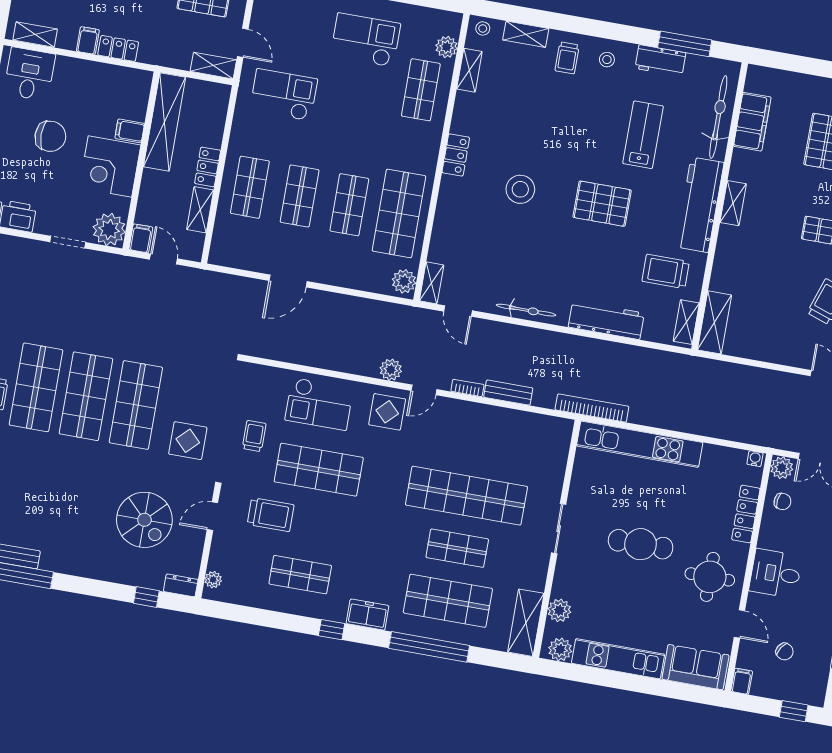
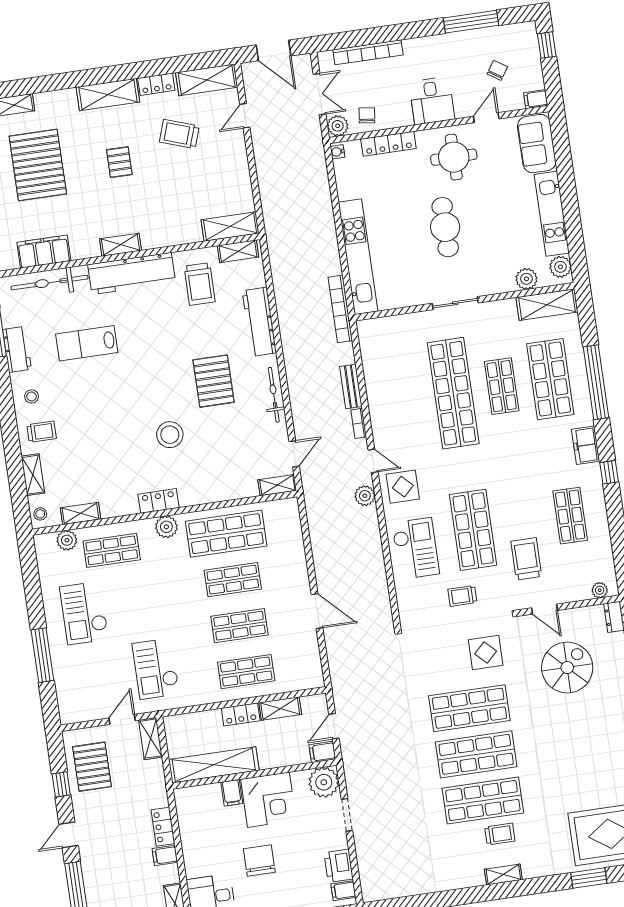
pallet: (602, 204) -> (214, 381), moved
plant: (404, 281) -> (166, 527), moved

